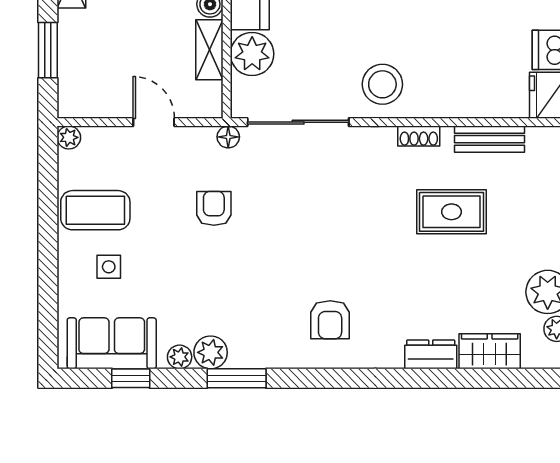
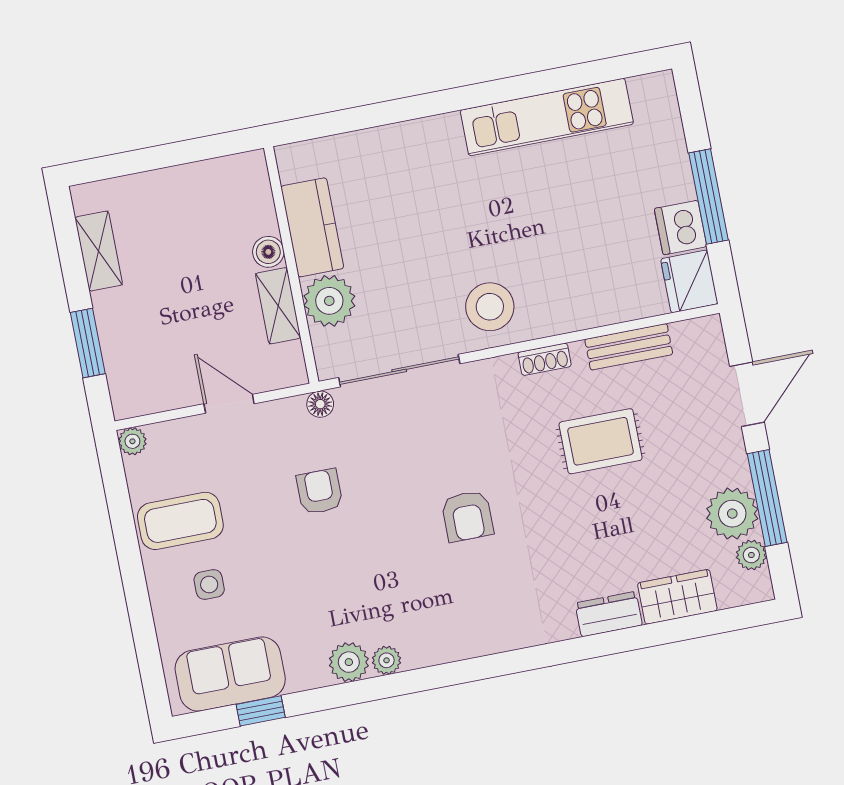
armchair: (330, 320) -> (467, 516), moved
plant: (180, 357) -> (387, 660), moved
window: (237, 378) -> (385, 687), removed

